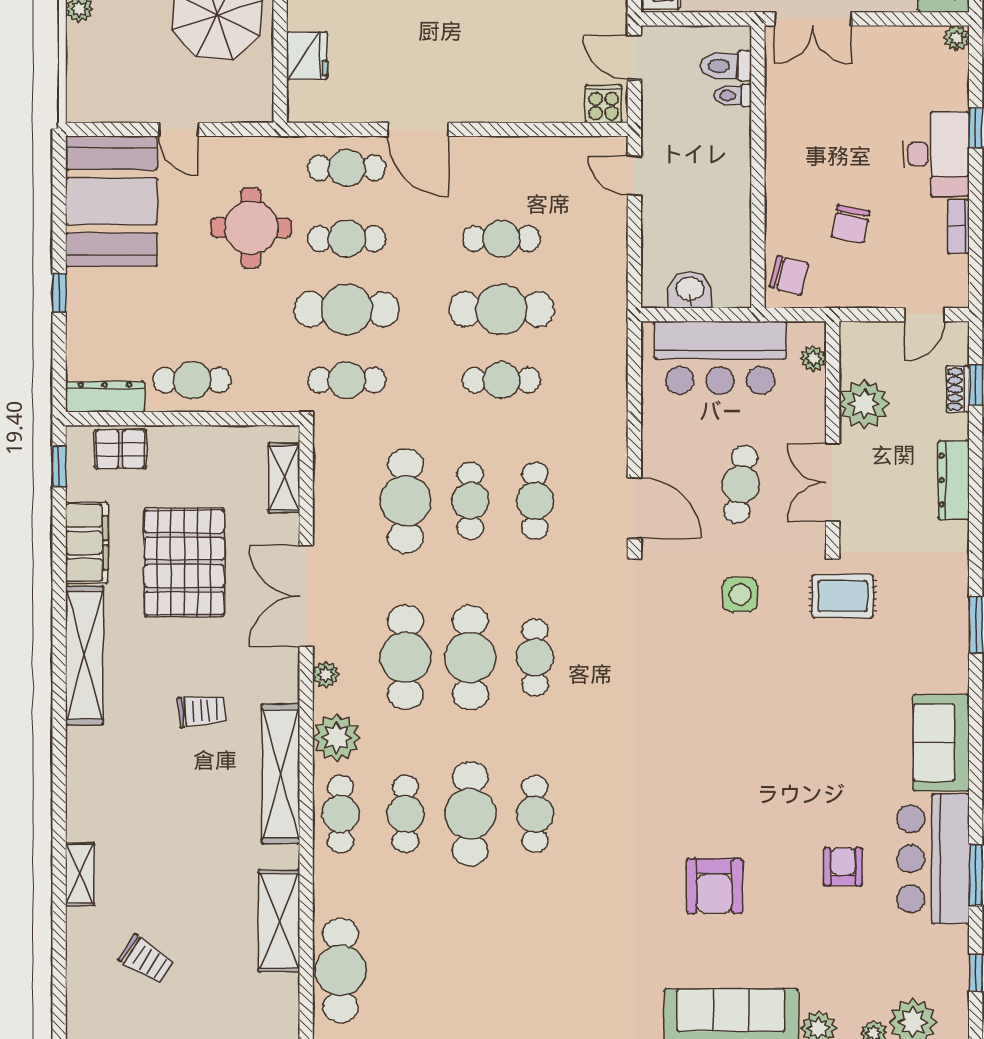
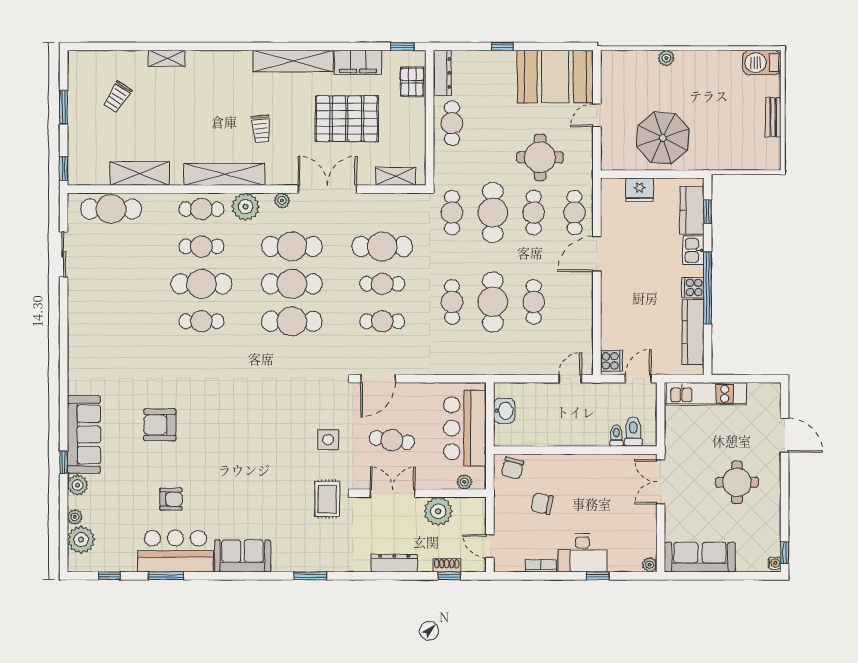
cafe table: (535, 657) -> (292, 321), width x1.37, depth x1.35

